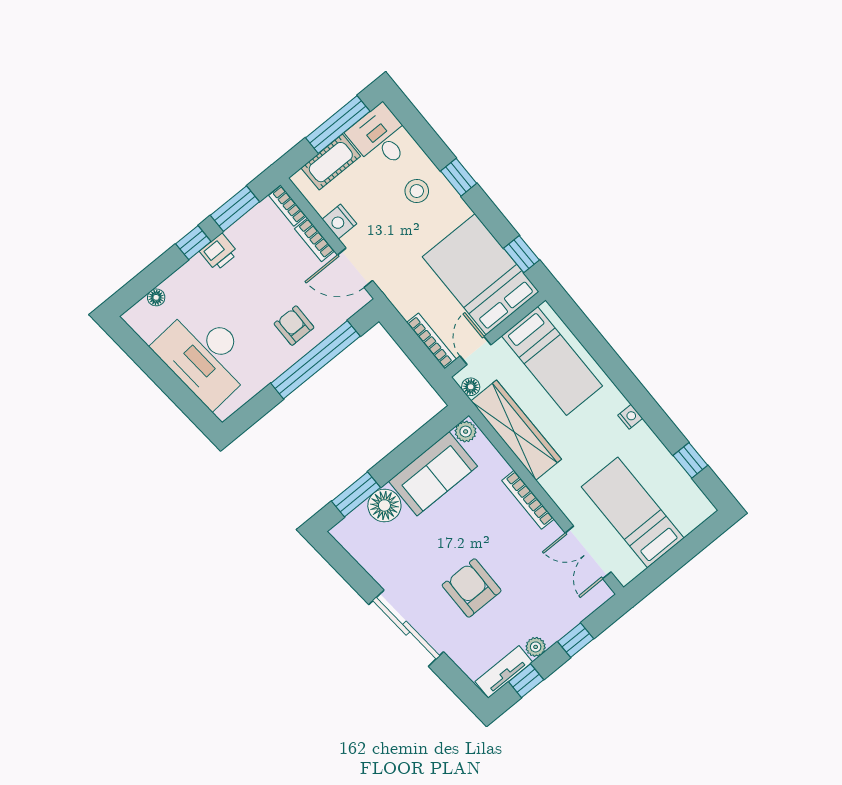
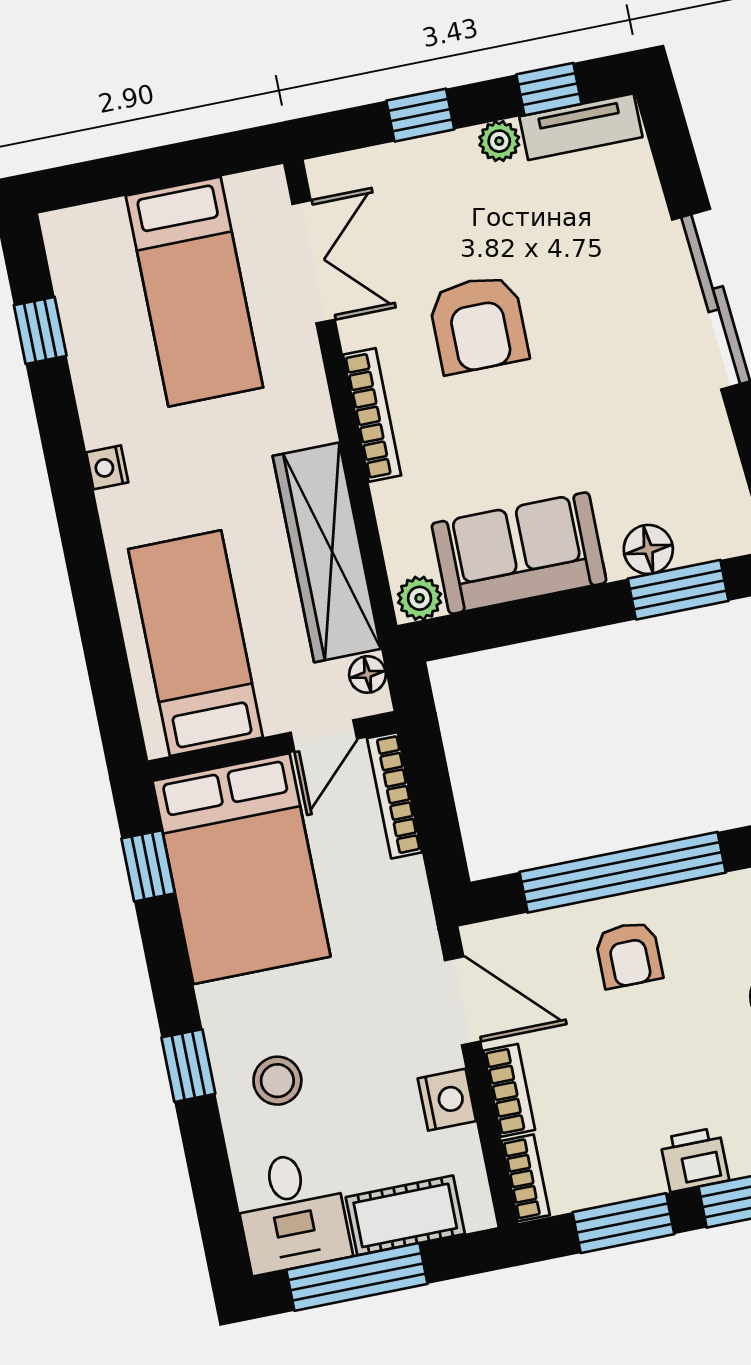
floor lamp: (384, 505) -> (648, 549), width x0.73, depth x0.73
armchair: (472, 588) -> (478, 324), moved

